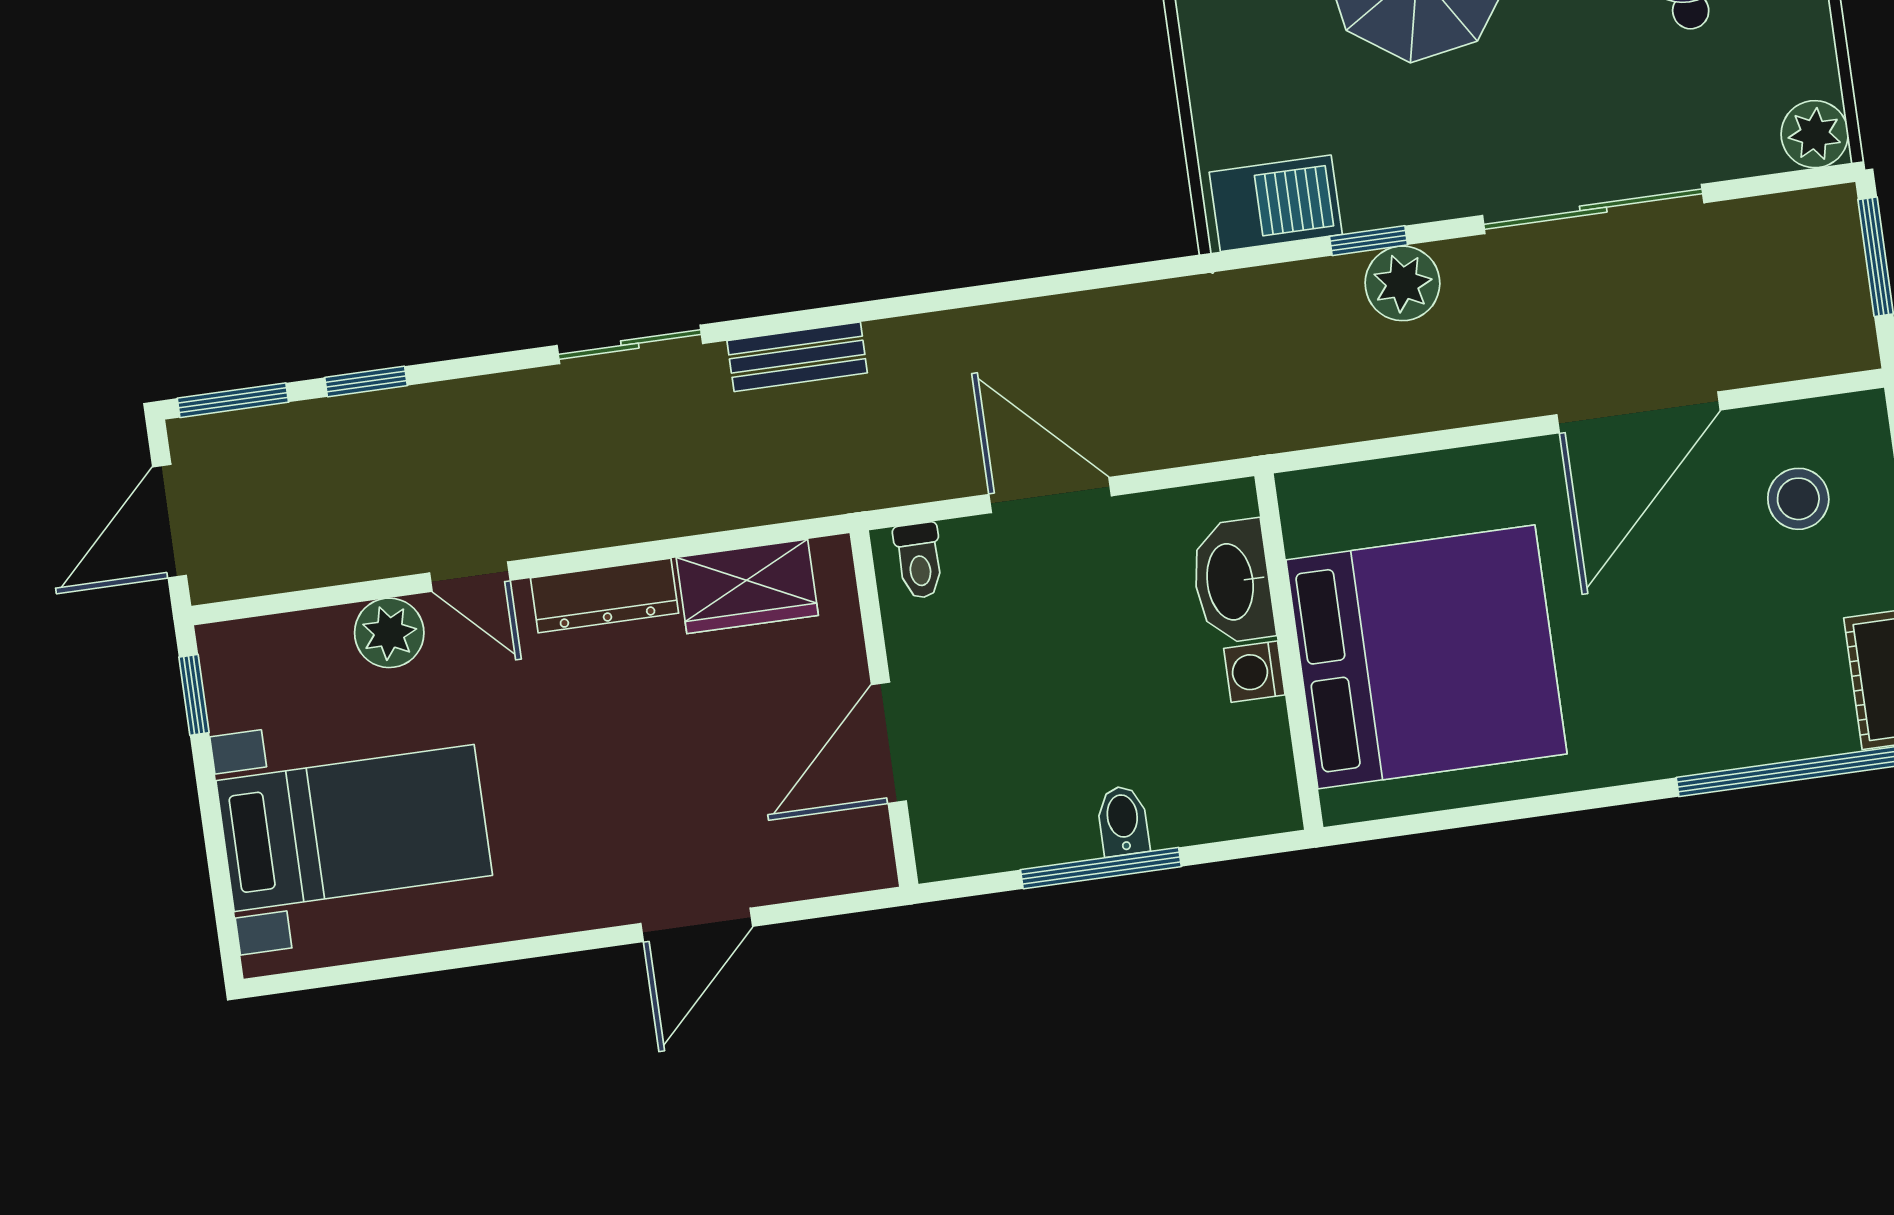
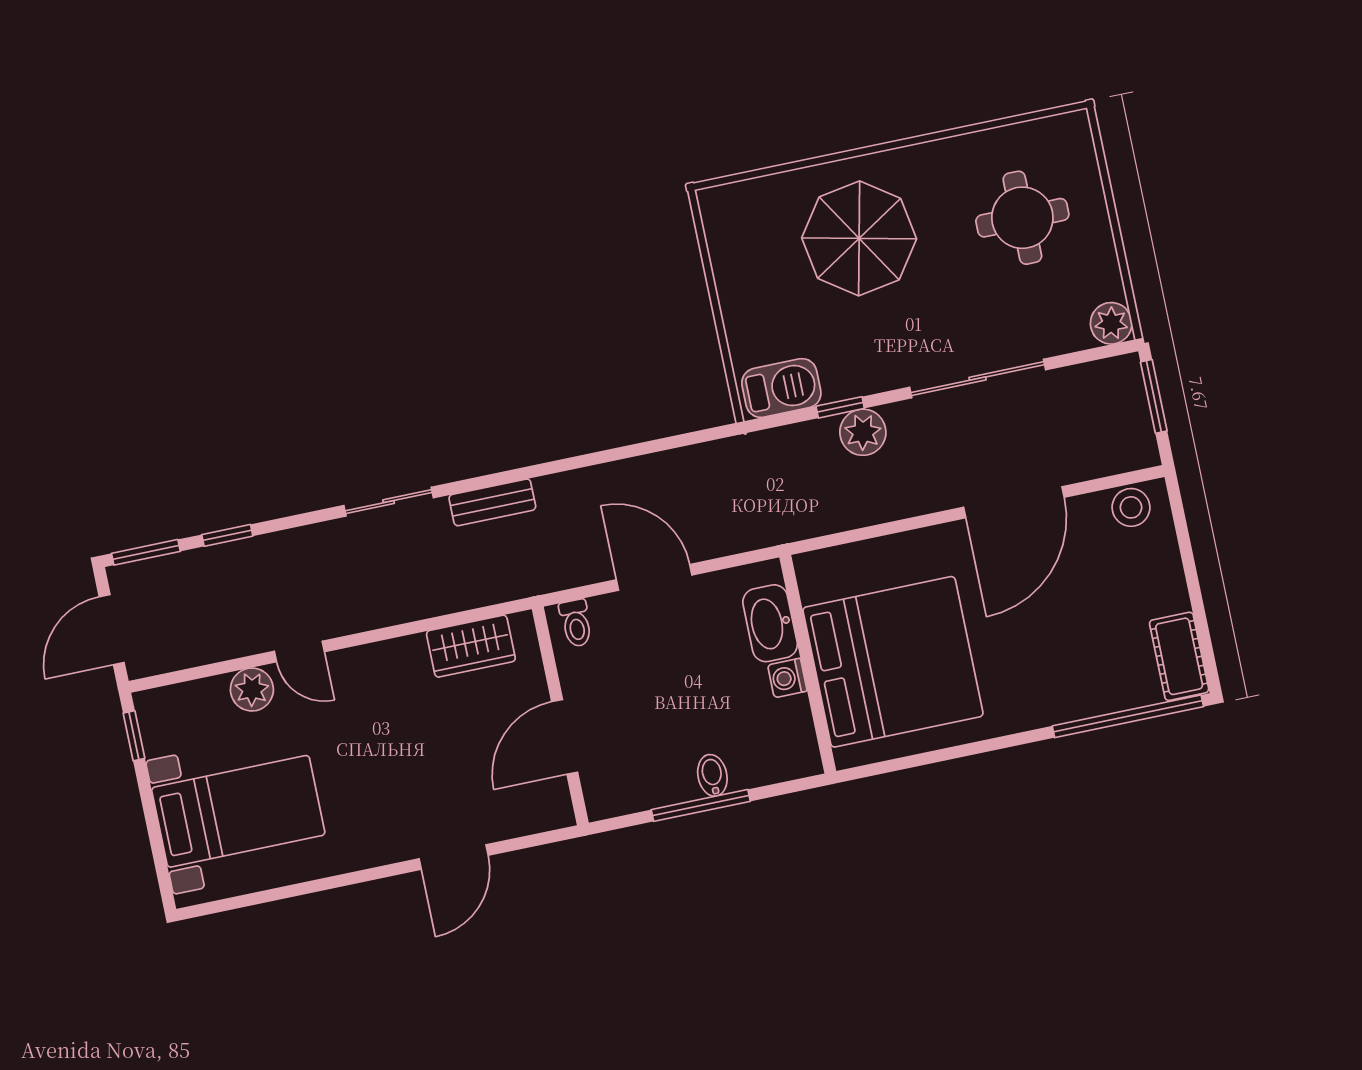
stool: (1798, 499) -> (1131, 507), moved
dresser: (605, 596) -> (383, 658), removed

